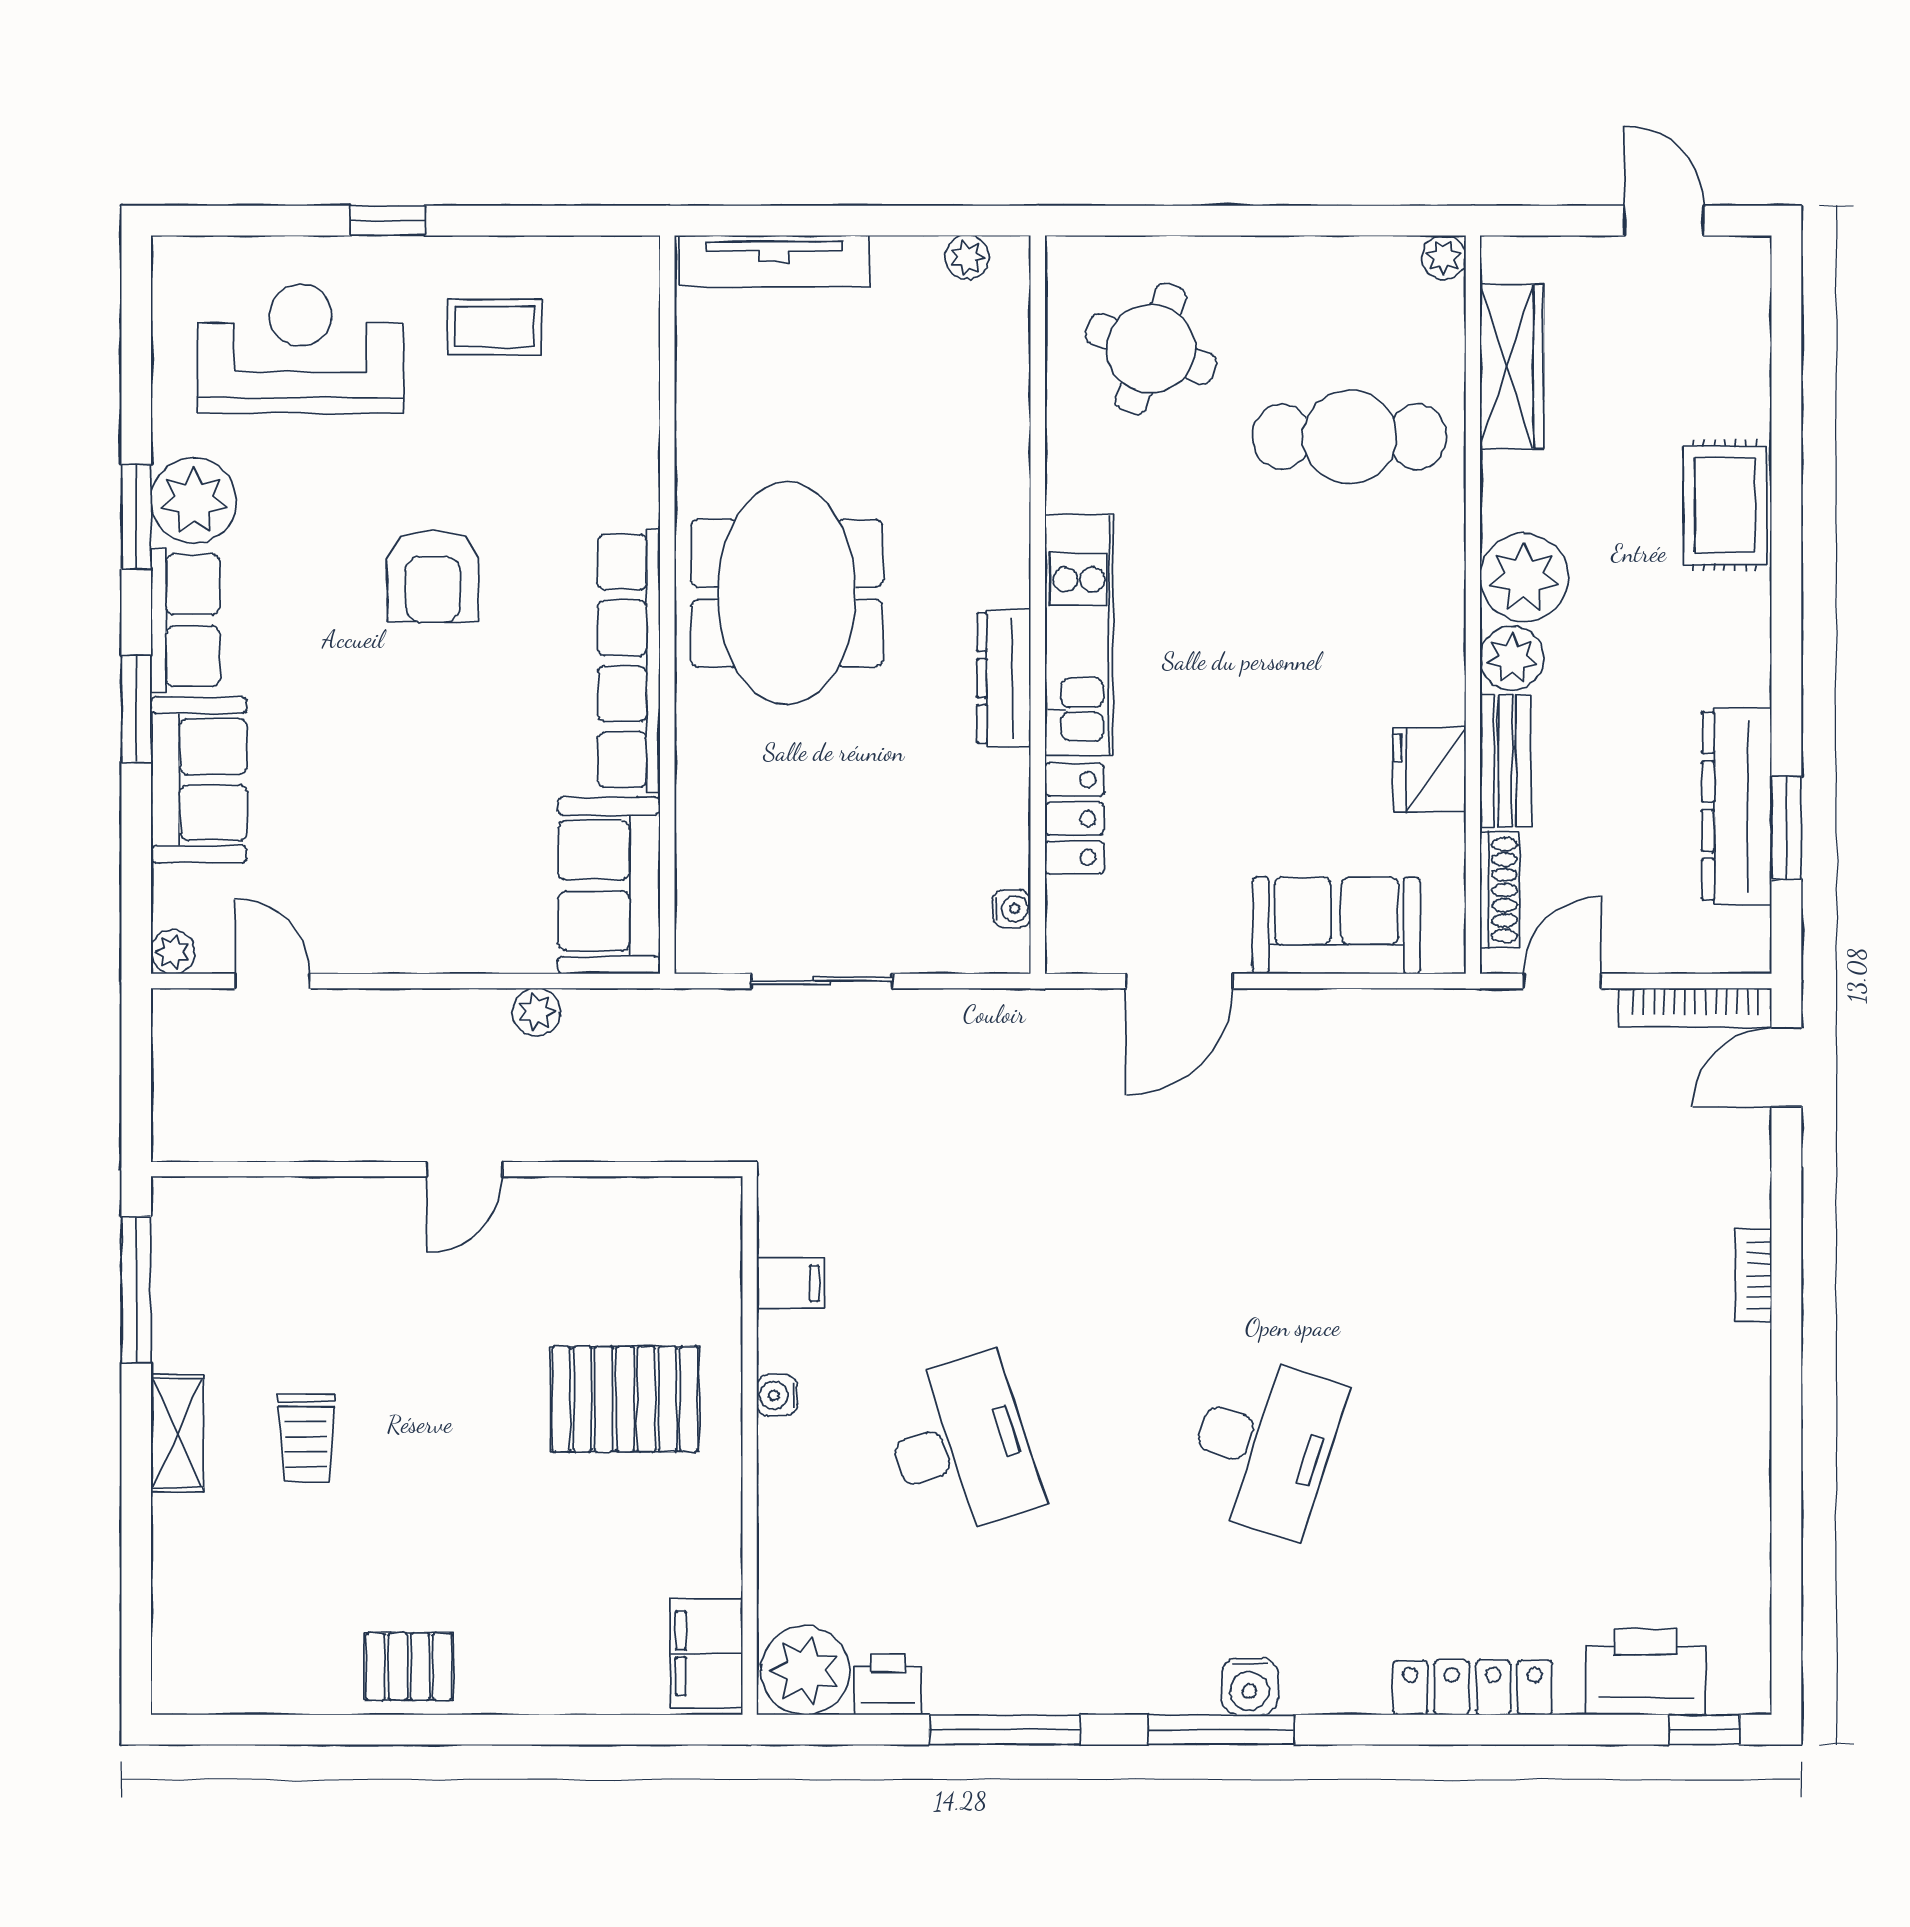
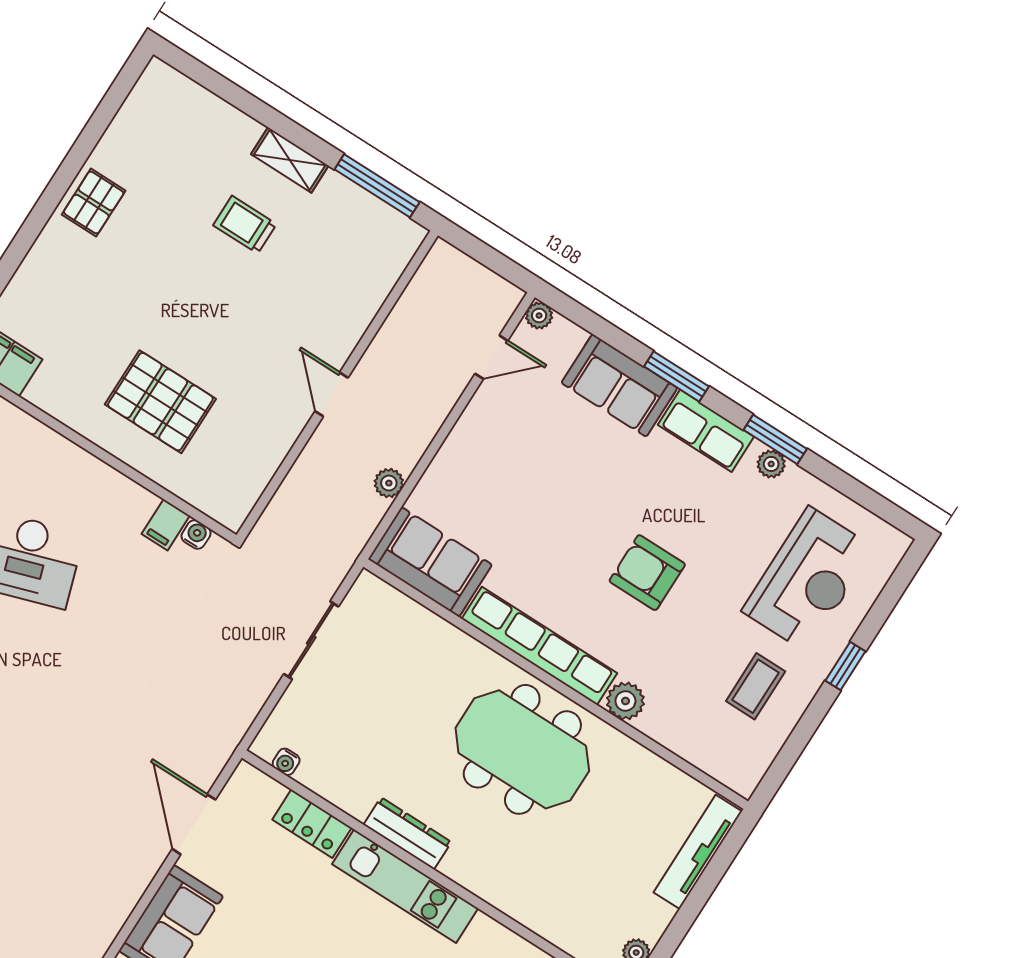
plant: (629, 494) -> (625, 701), added
plant: (194, 501) -> (771, 464), width x0.53, depth x0.53
water cooler: (777, 1395) -> (196, 535), moved
pallet: (625, 1399) -> (160, 402), turned 90

